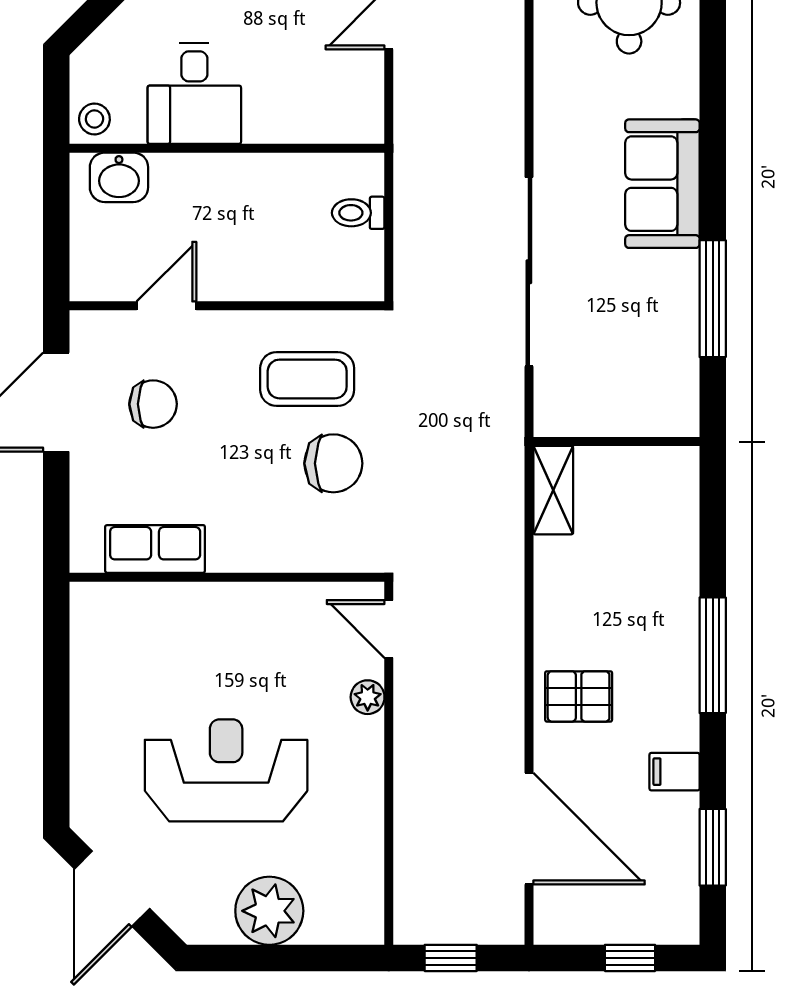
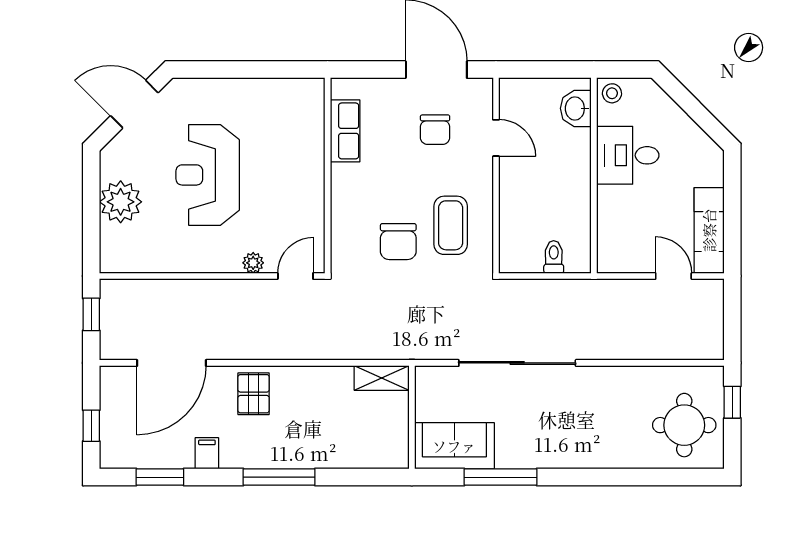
sofa: (662, 184) -> (454, 446), moved
reception desk: (226, 770) -> (208, 175), turned 180

